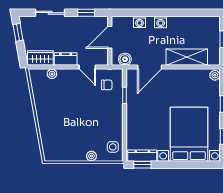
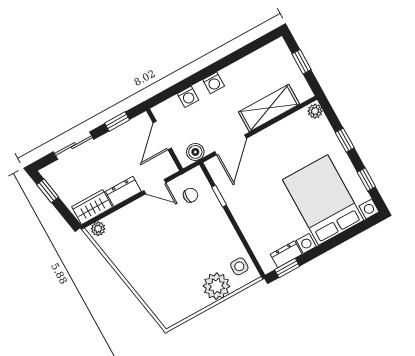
plant: (52, 74) -> (98, 229), moved
plant: (91, 156) -> (217, 286), width x1.87, depth x1.87
dresser: (142, 156) -> (286, 254), width x0.70

